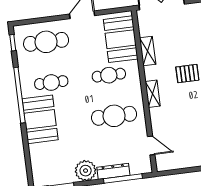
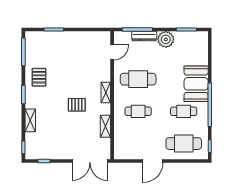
booth: (121, 39) -> (125, 138), removed
door: (151, 145) -> (112, 52), swing flipped

